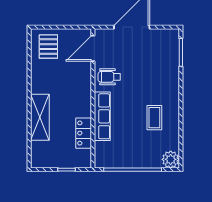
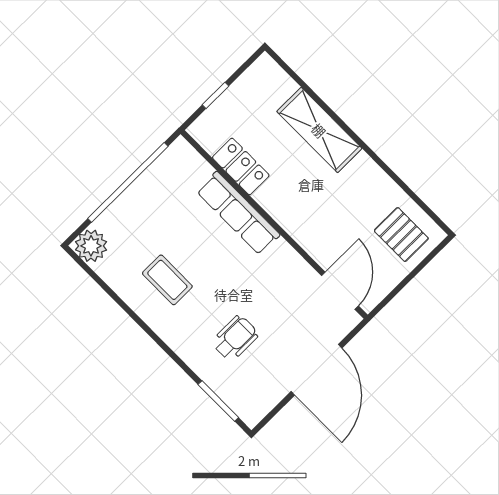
wheelchair: (109, 77) -> (235, 338), moved

